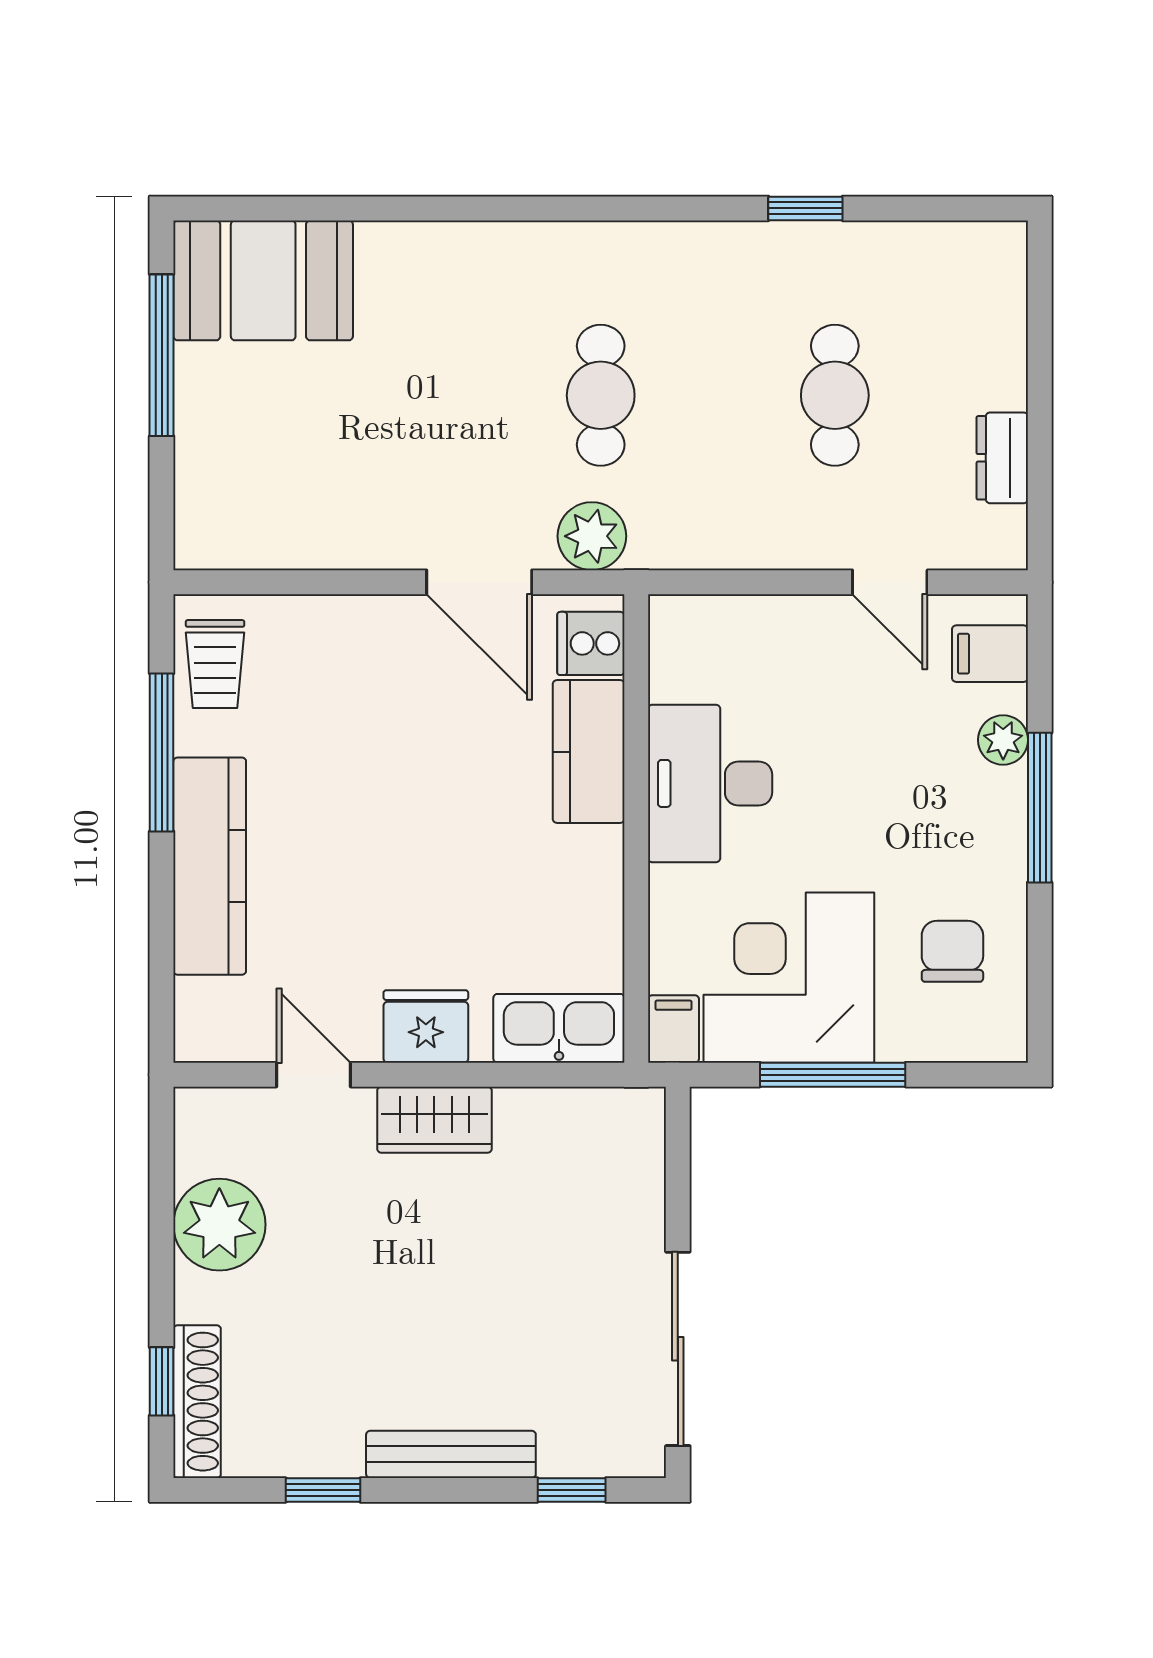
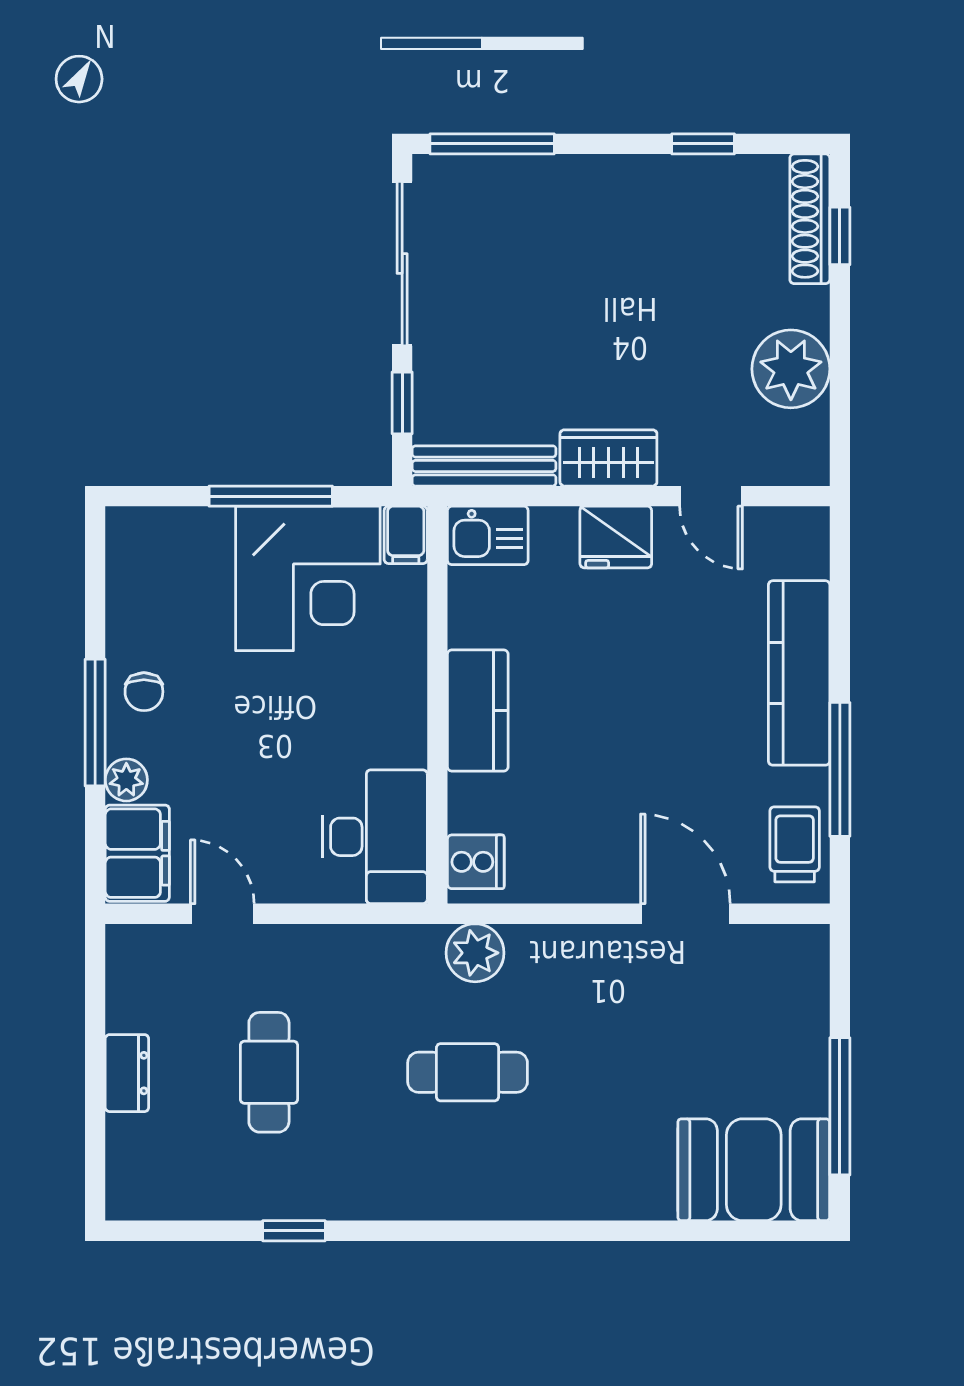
cafe table: (601, 395) -> (468, 1072), turned 90
dresser: (1002, 458) -> (127, 1073), moved
door: (479, 582) -> (685, 914), moved
filing cabinet: (990, 654) -> (137, 853), width x2.00
kitchen counter: (589, 752) -> (478, 710), moved
desk: (710, 783) -> (375, 837), moved
chair: (952, 951) -> (144, 692), moved, width x0.73, depth x0.73
kitchen sink: (559, 1028) -> (488, 535), width x0.73
window: (678, 1185) -> (402, 403), added
bench: (451, 1454) -> (484, 466), moved
window: (572, 1490) -> (492, 144), width x2.17

